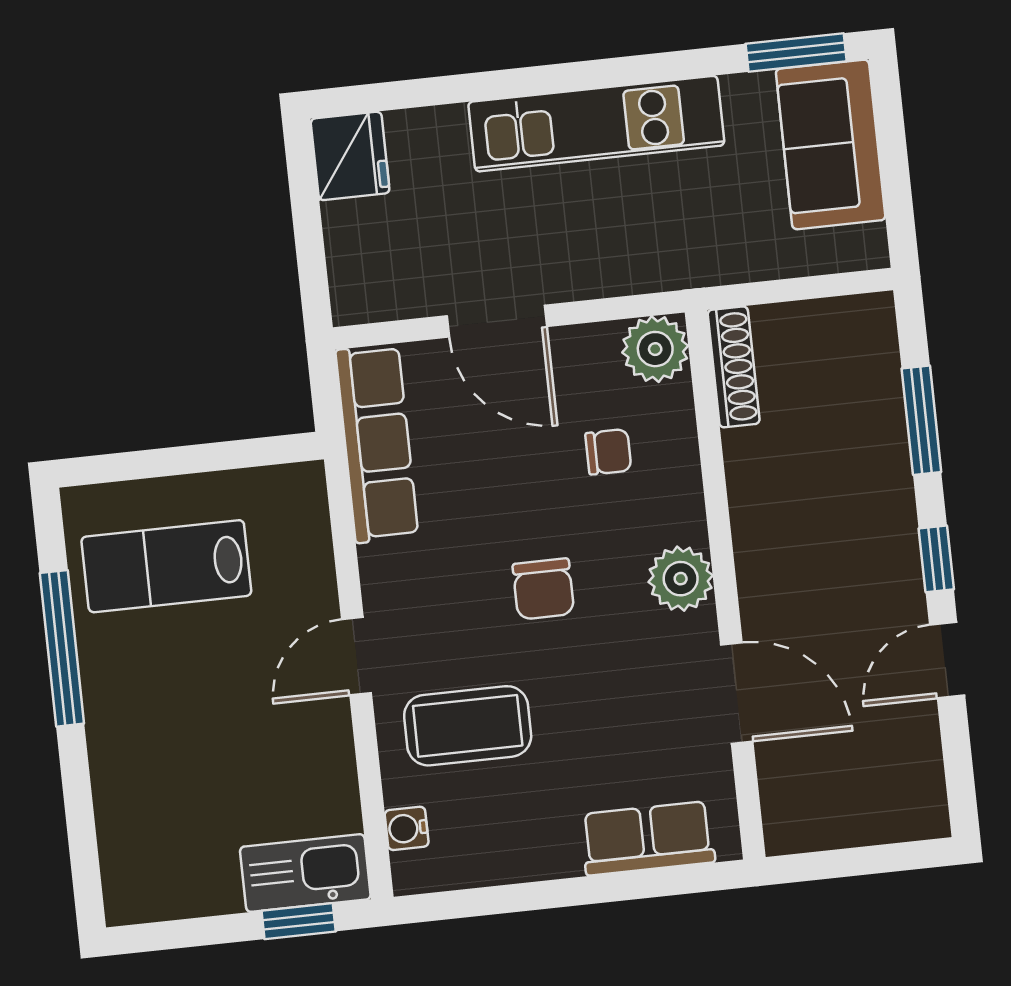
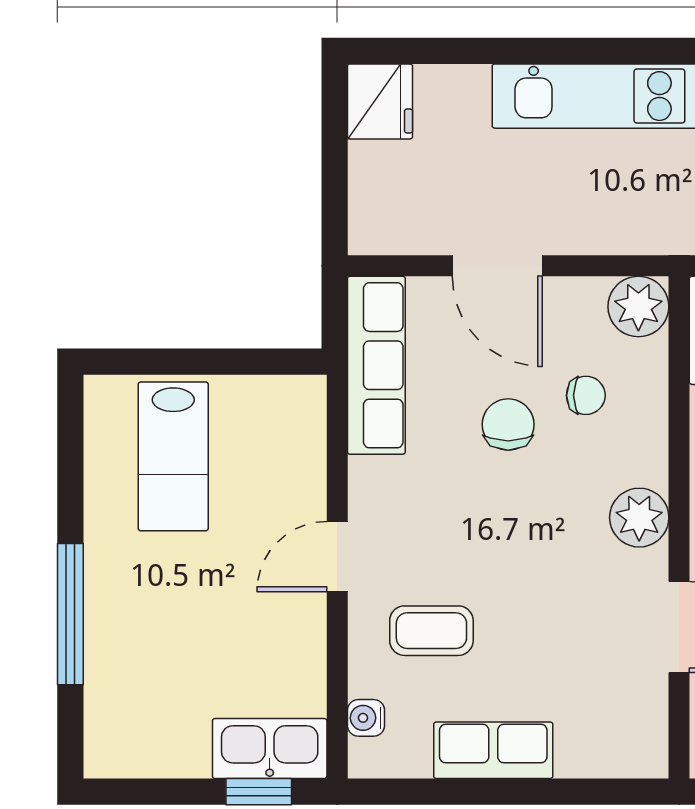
lab bench: (166, 566) -> (173, 456), turned -90
chair: (543, 589) -> (508, 424), moved, turned 180
window: (62, 648) -> (70, 614), moved
coffee table: (468, 726) -> (431, 631), width x0.73, depth x0.77
row of seats: (648, 838) -> (493, 750), moved

